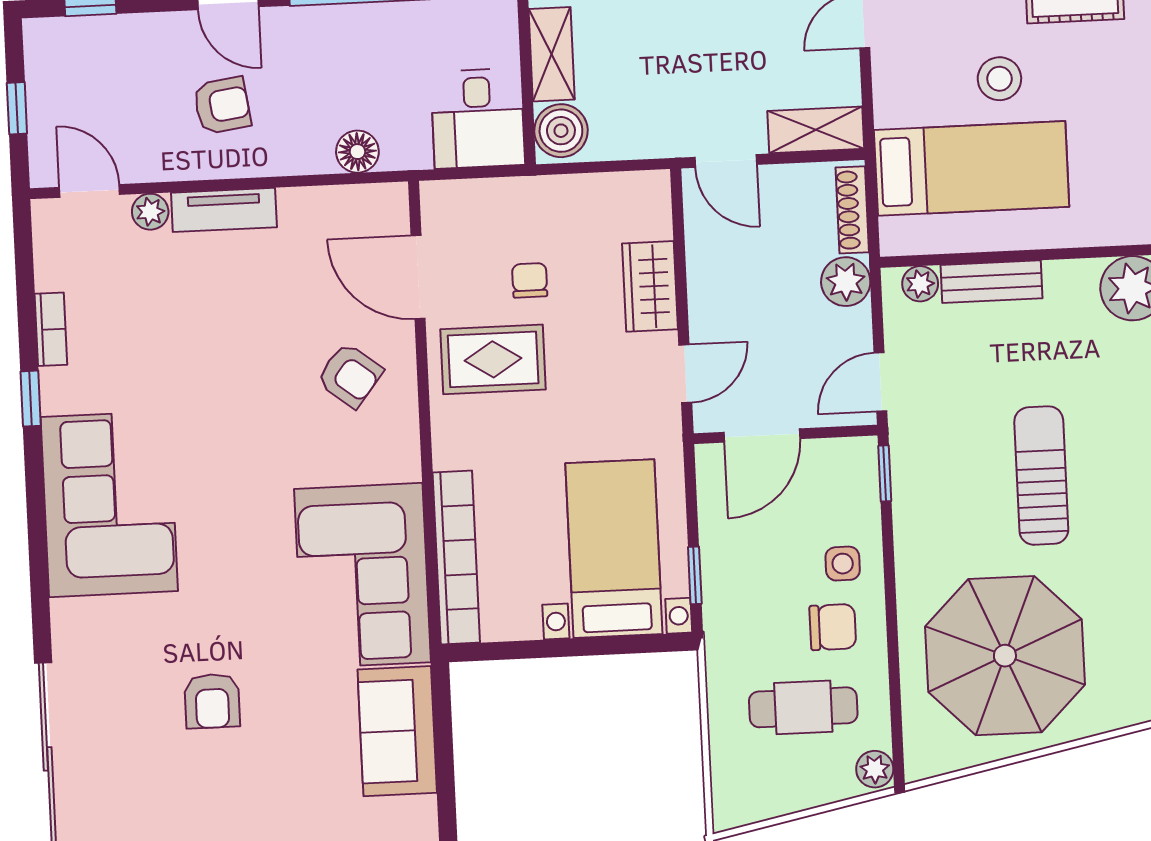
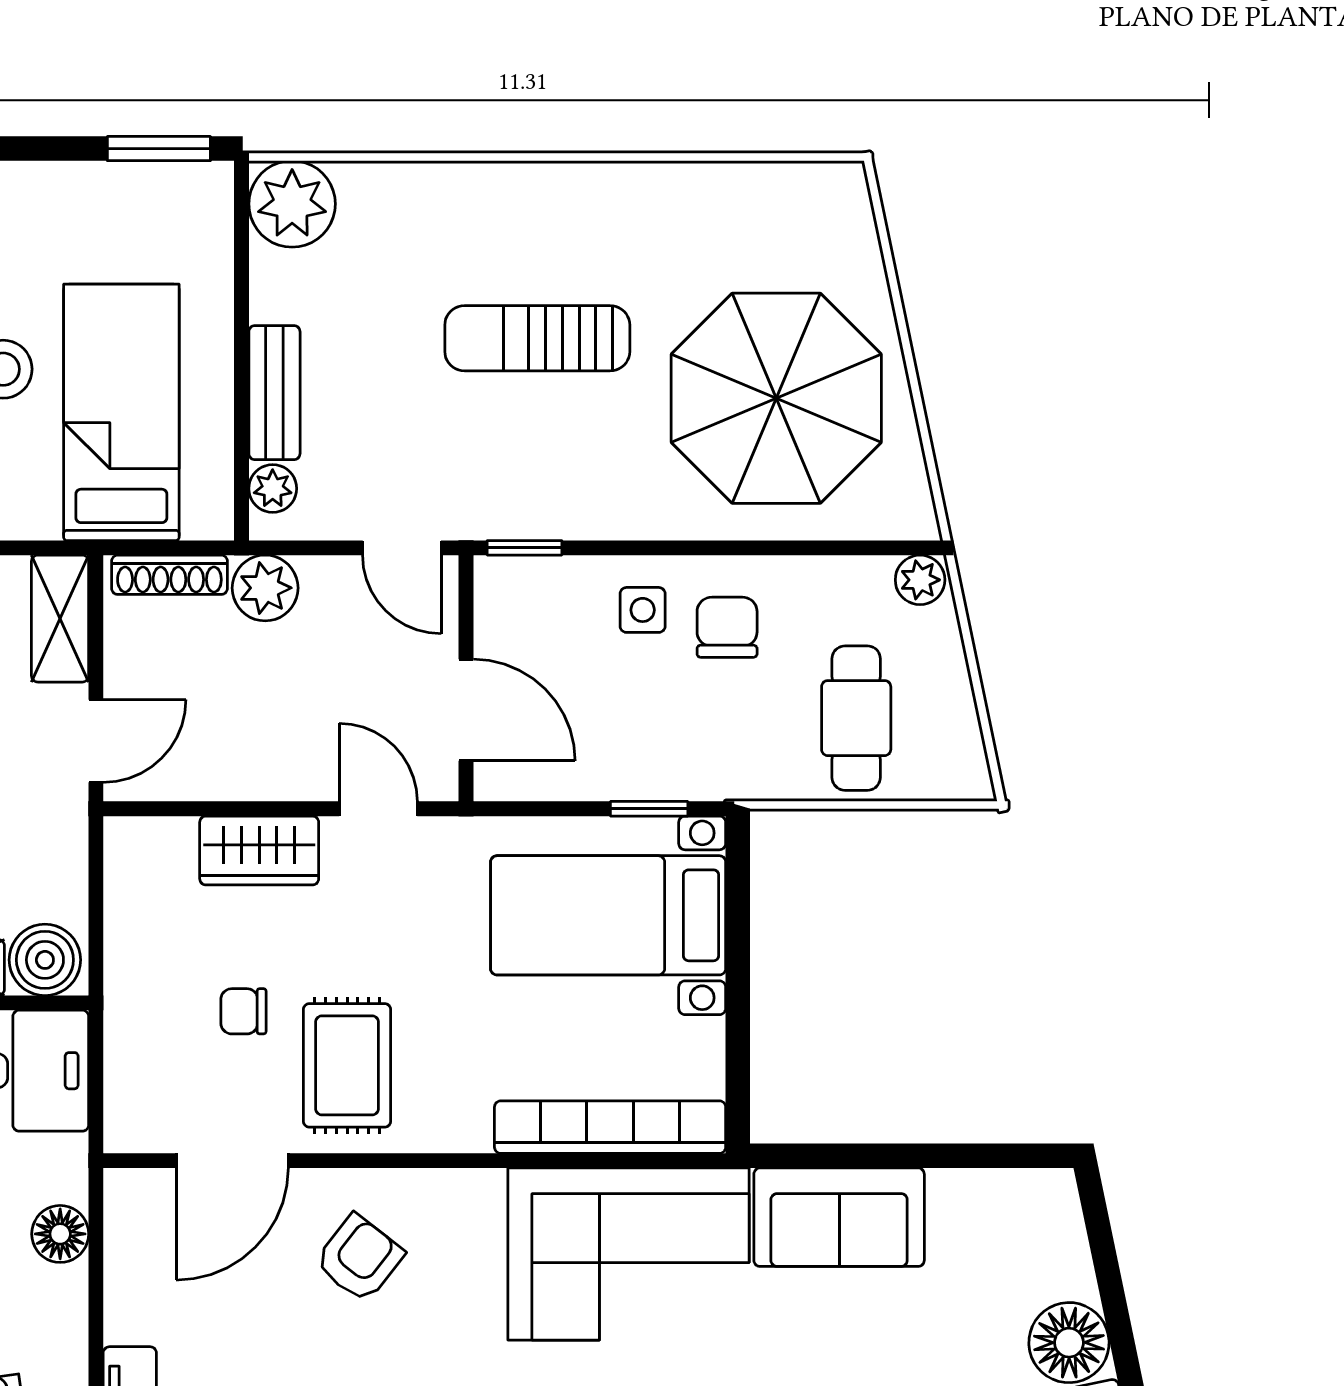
cafe table: (803, 707) -> (856, 718), moved

